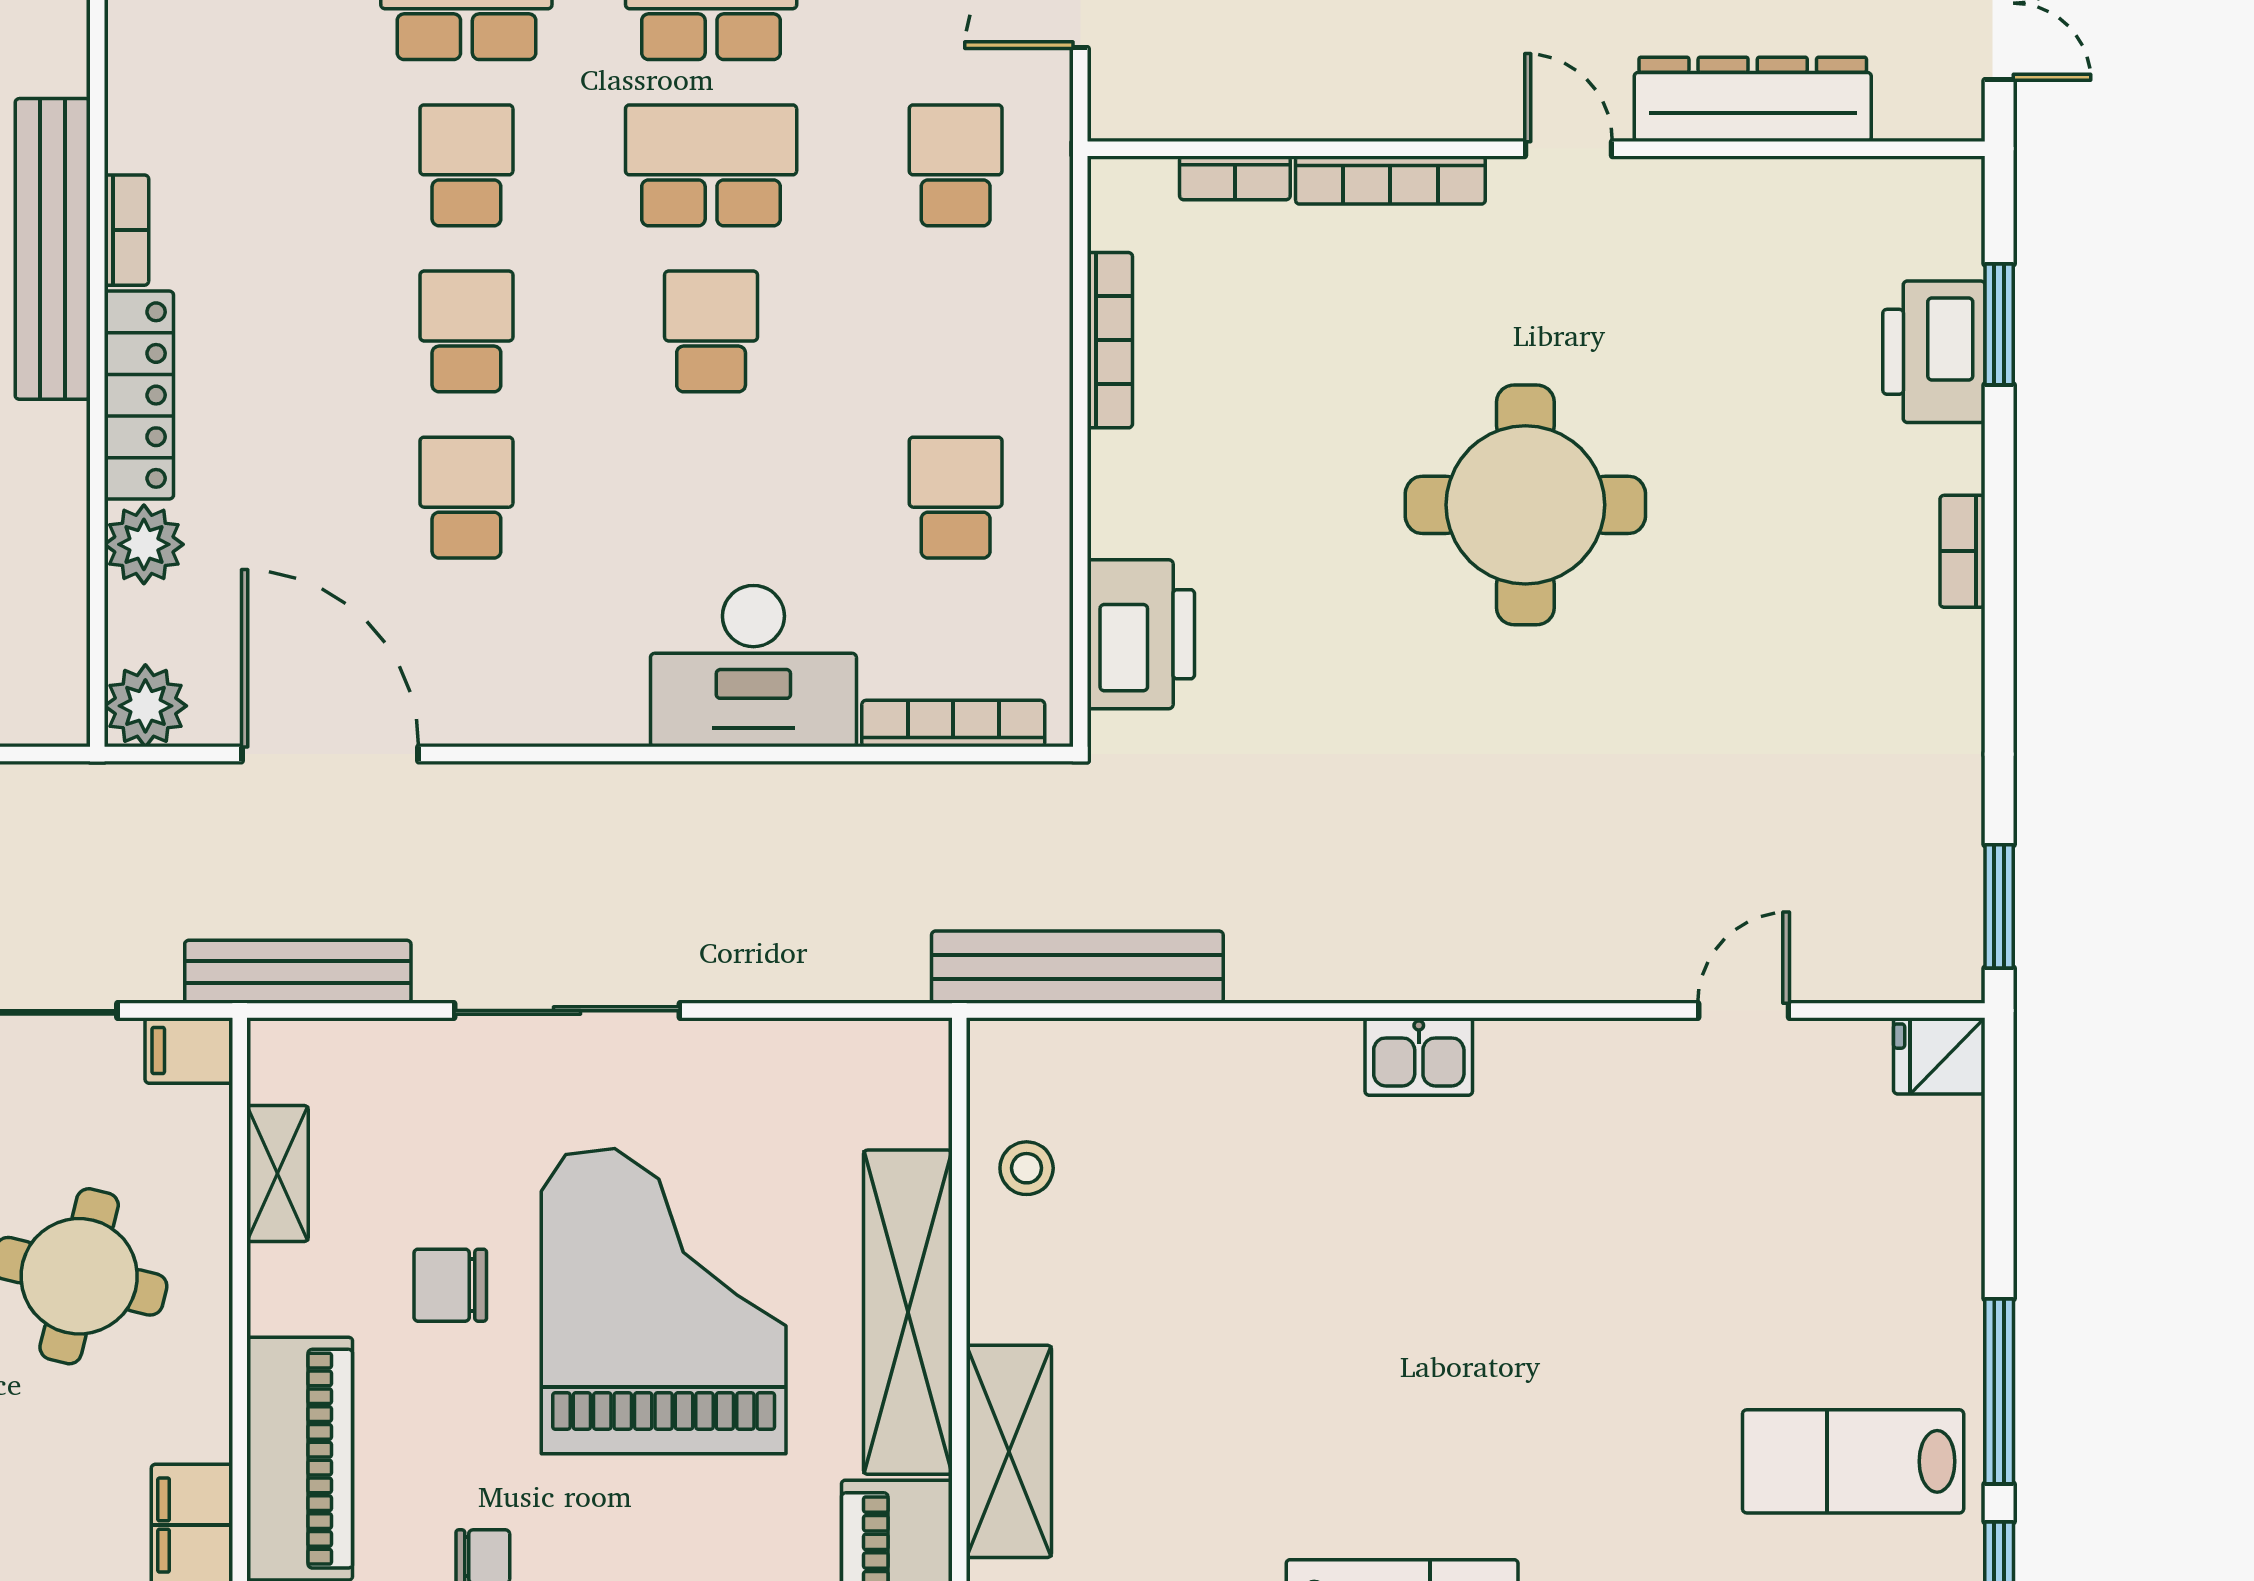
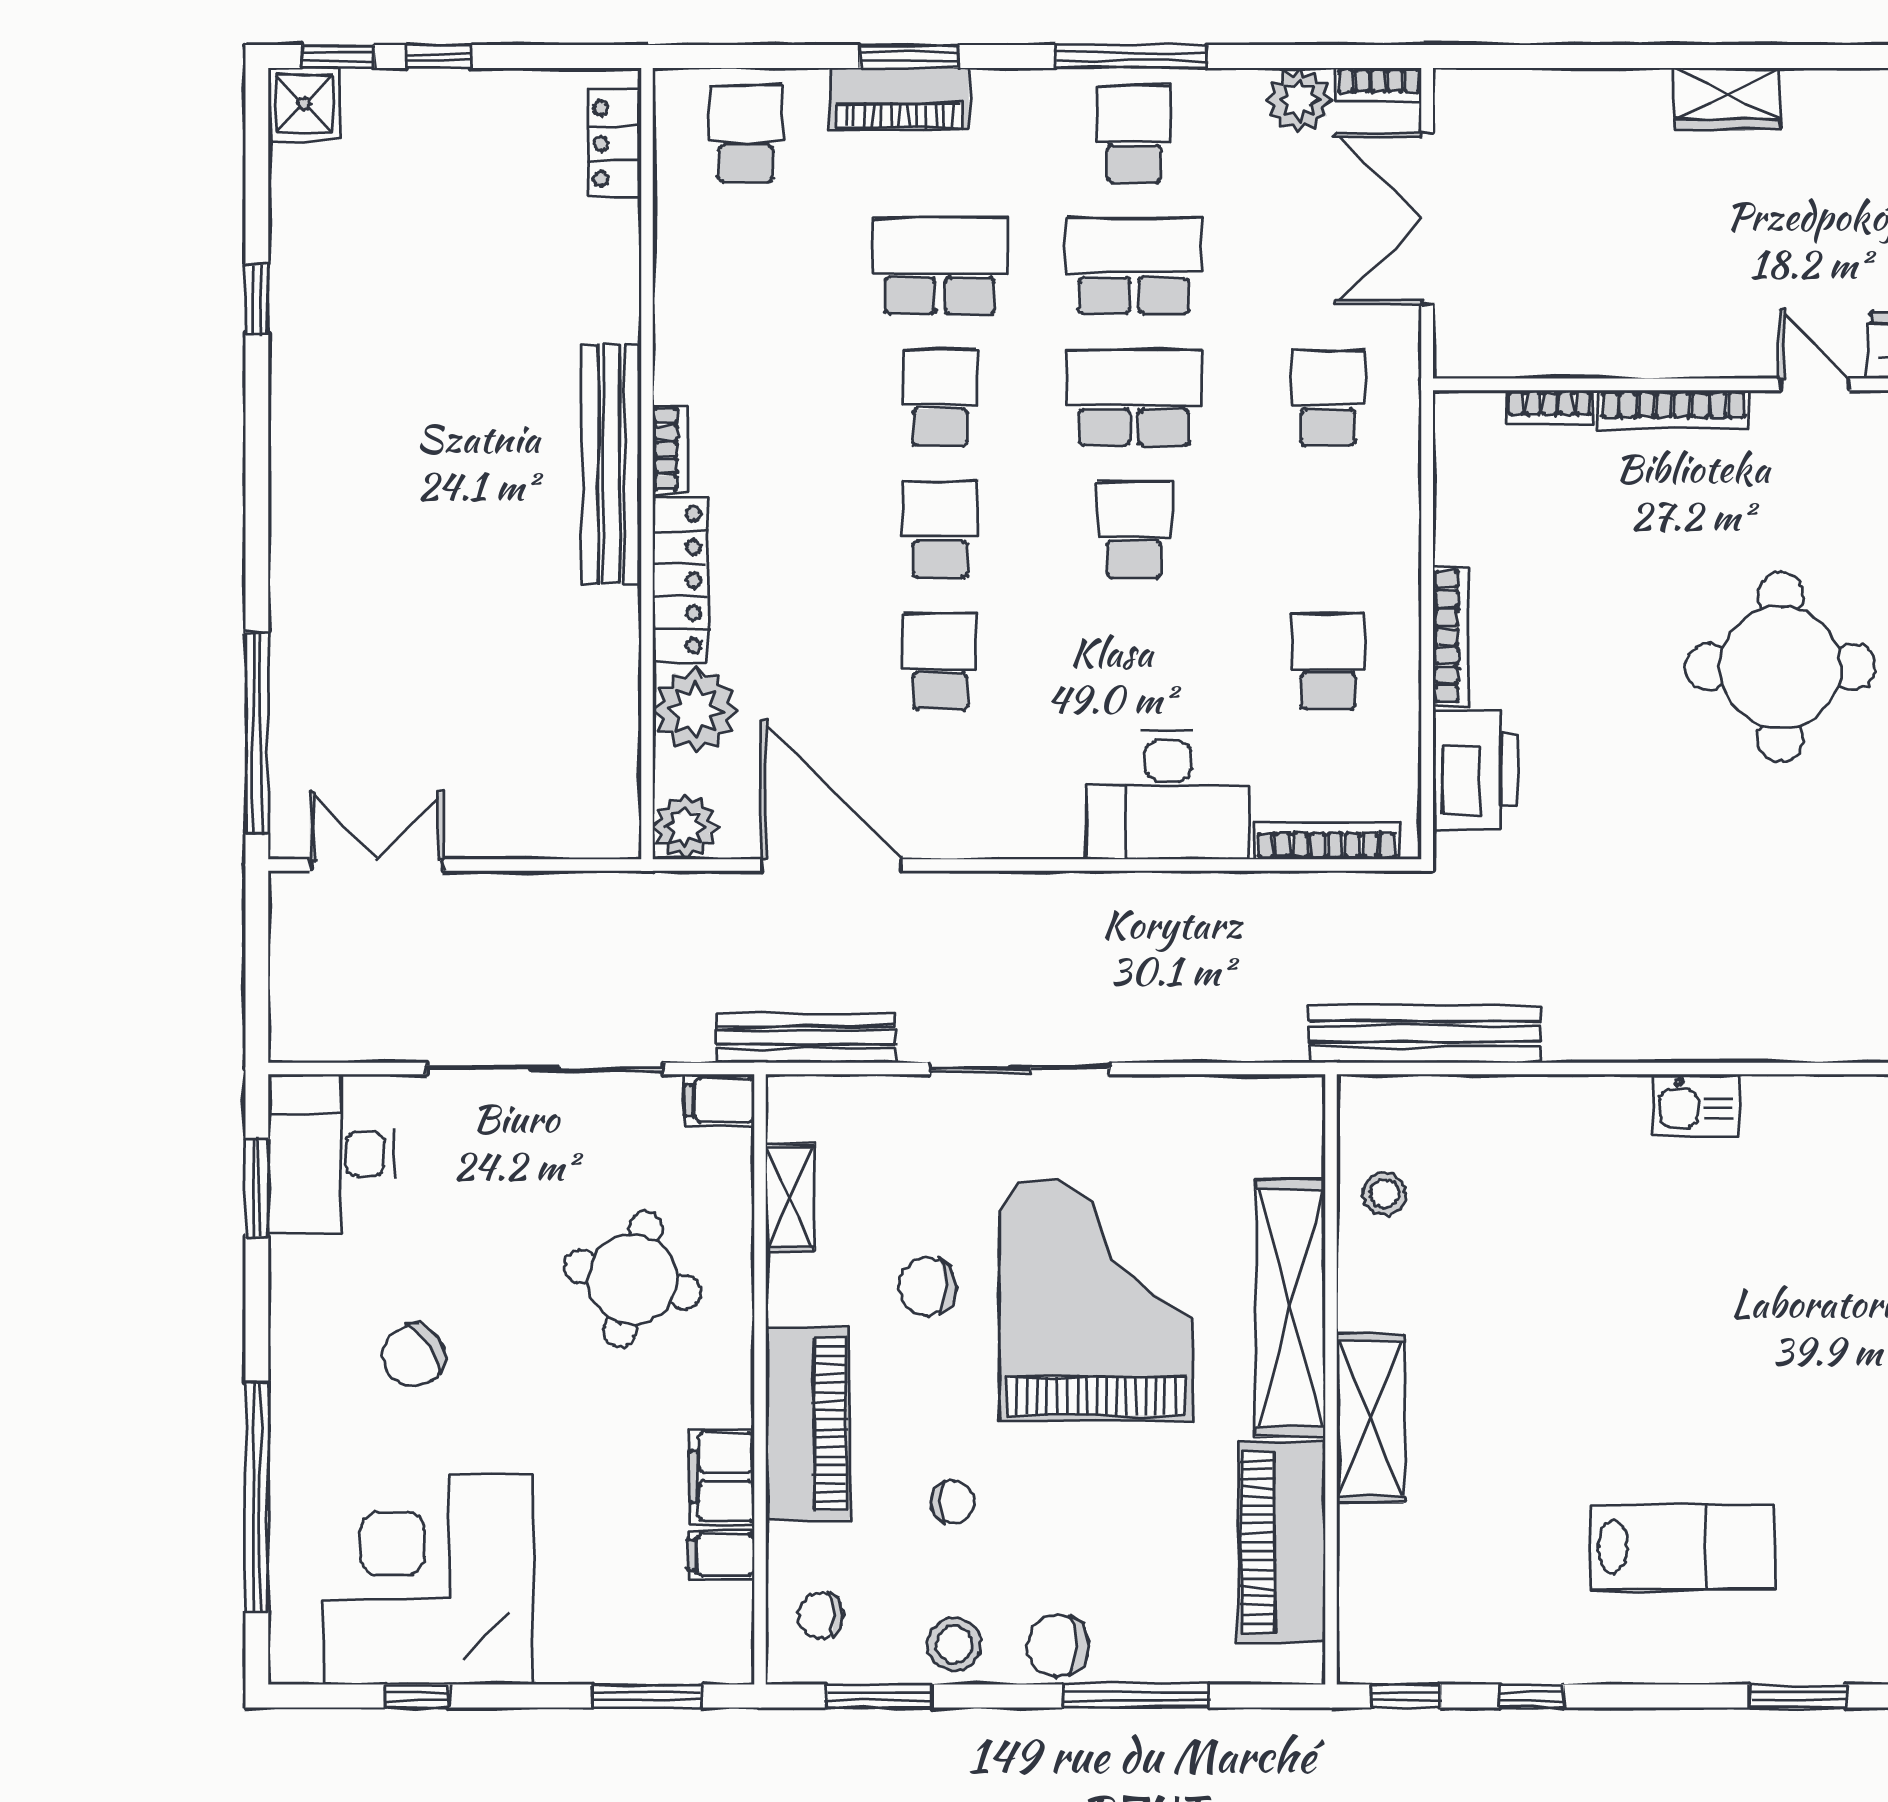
bookcase: (1110, 340) -> (1451, 636), moved
plant: (144, 544) -> (695, 710), width x1.36, depth x1.36

